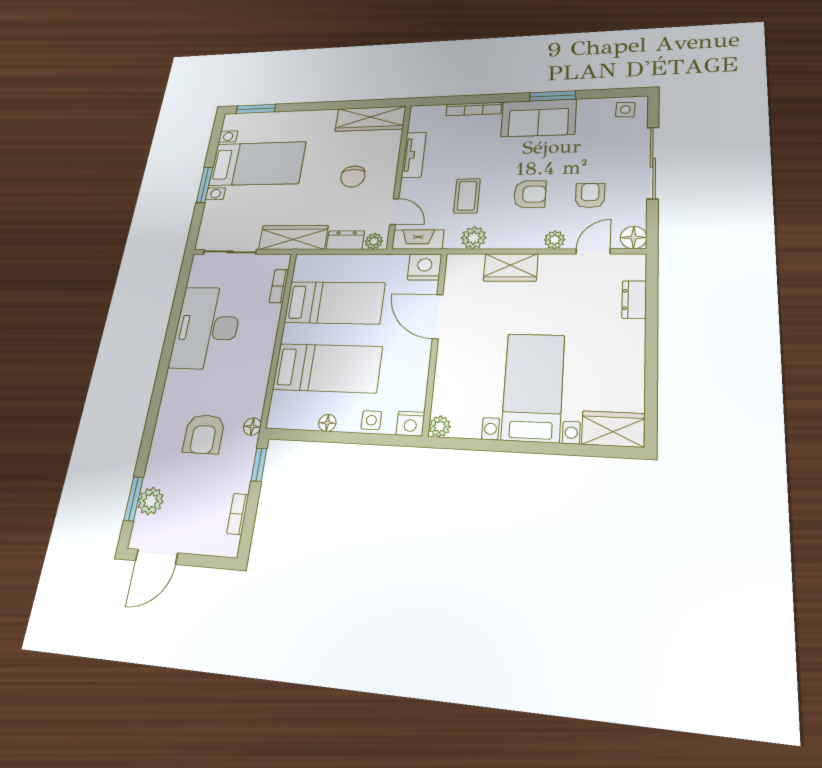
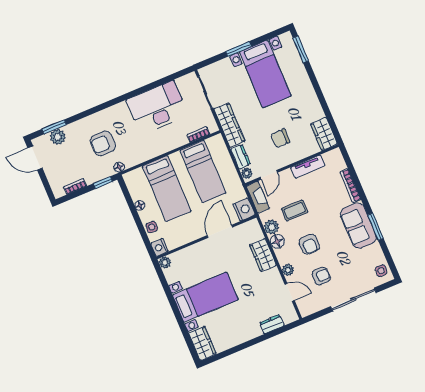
wardrobe: (370, 119) -> (324, 134), width x0.67
floor lamp: (634, 237) -> (277, 241), moved

